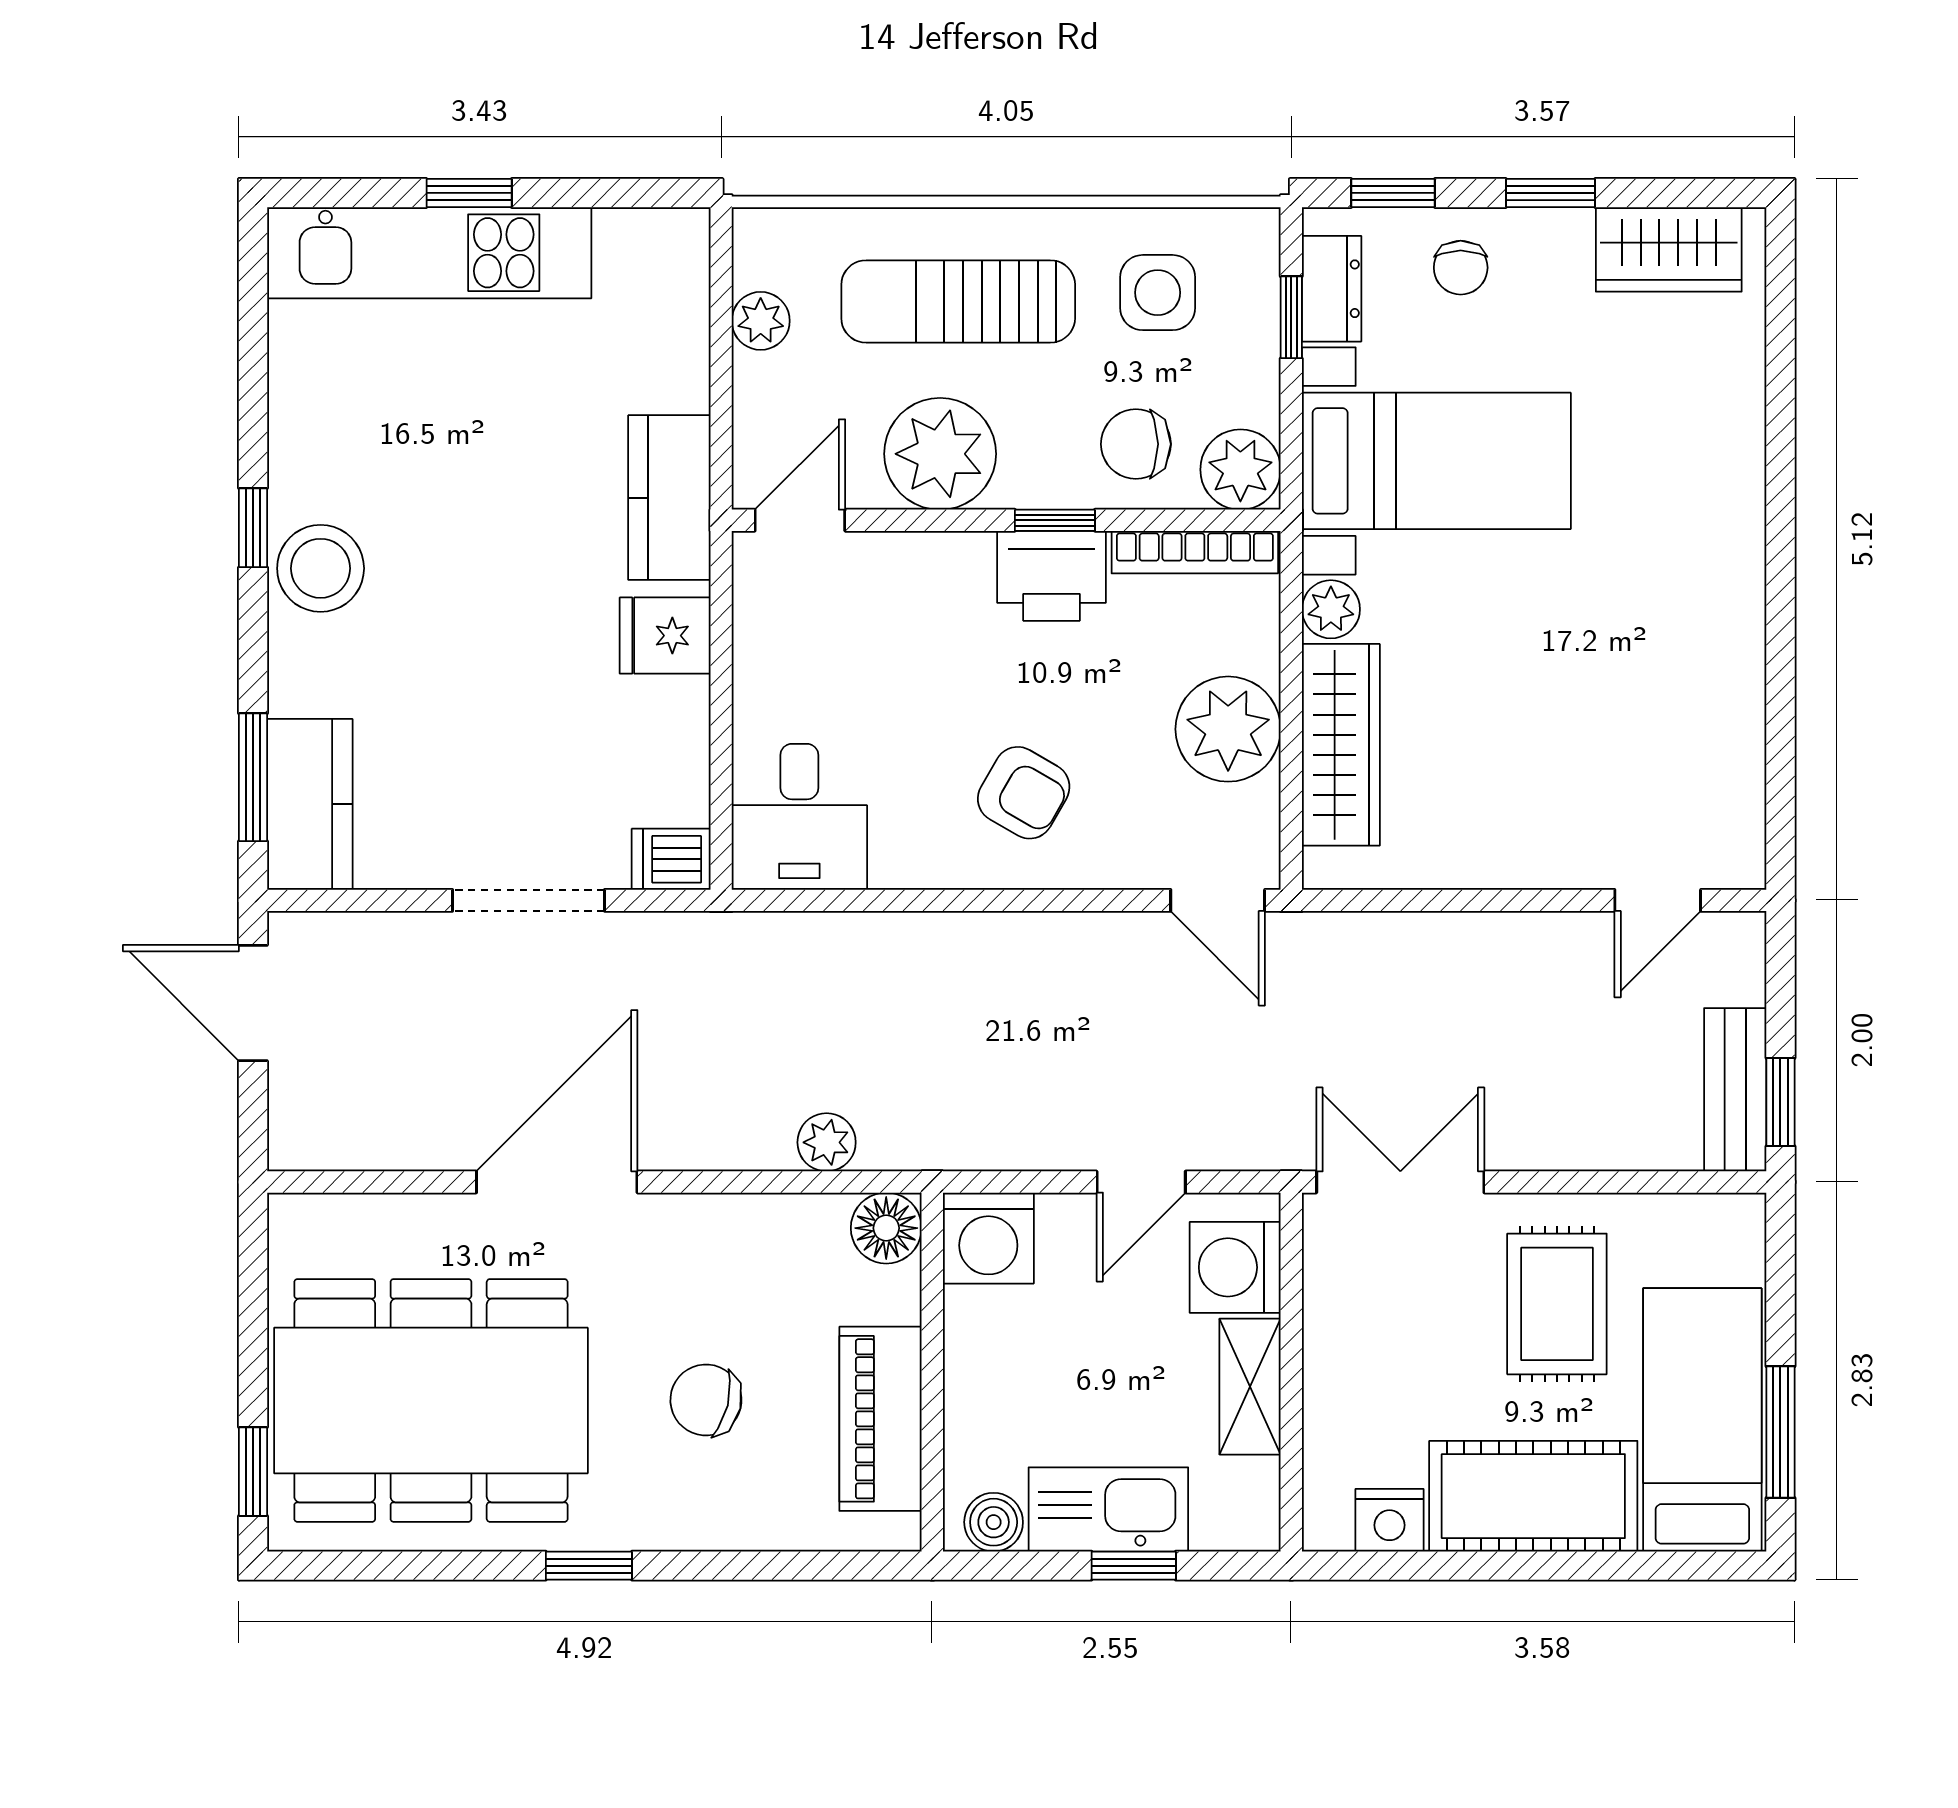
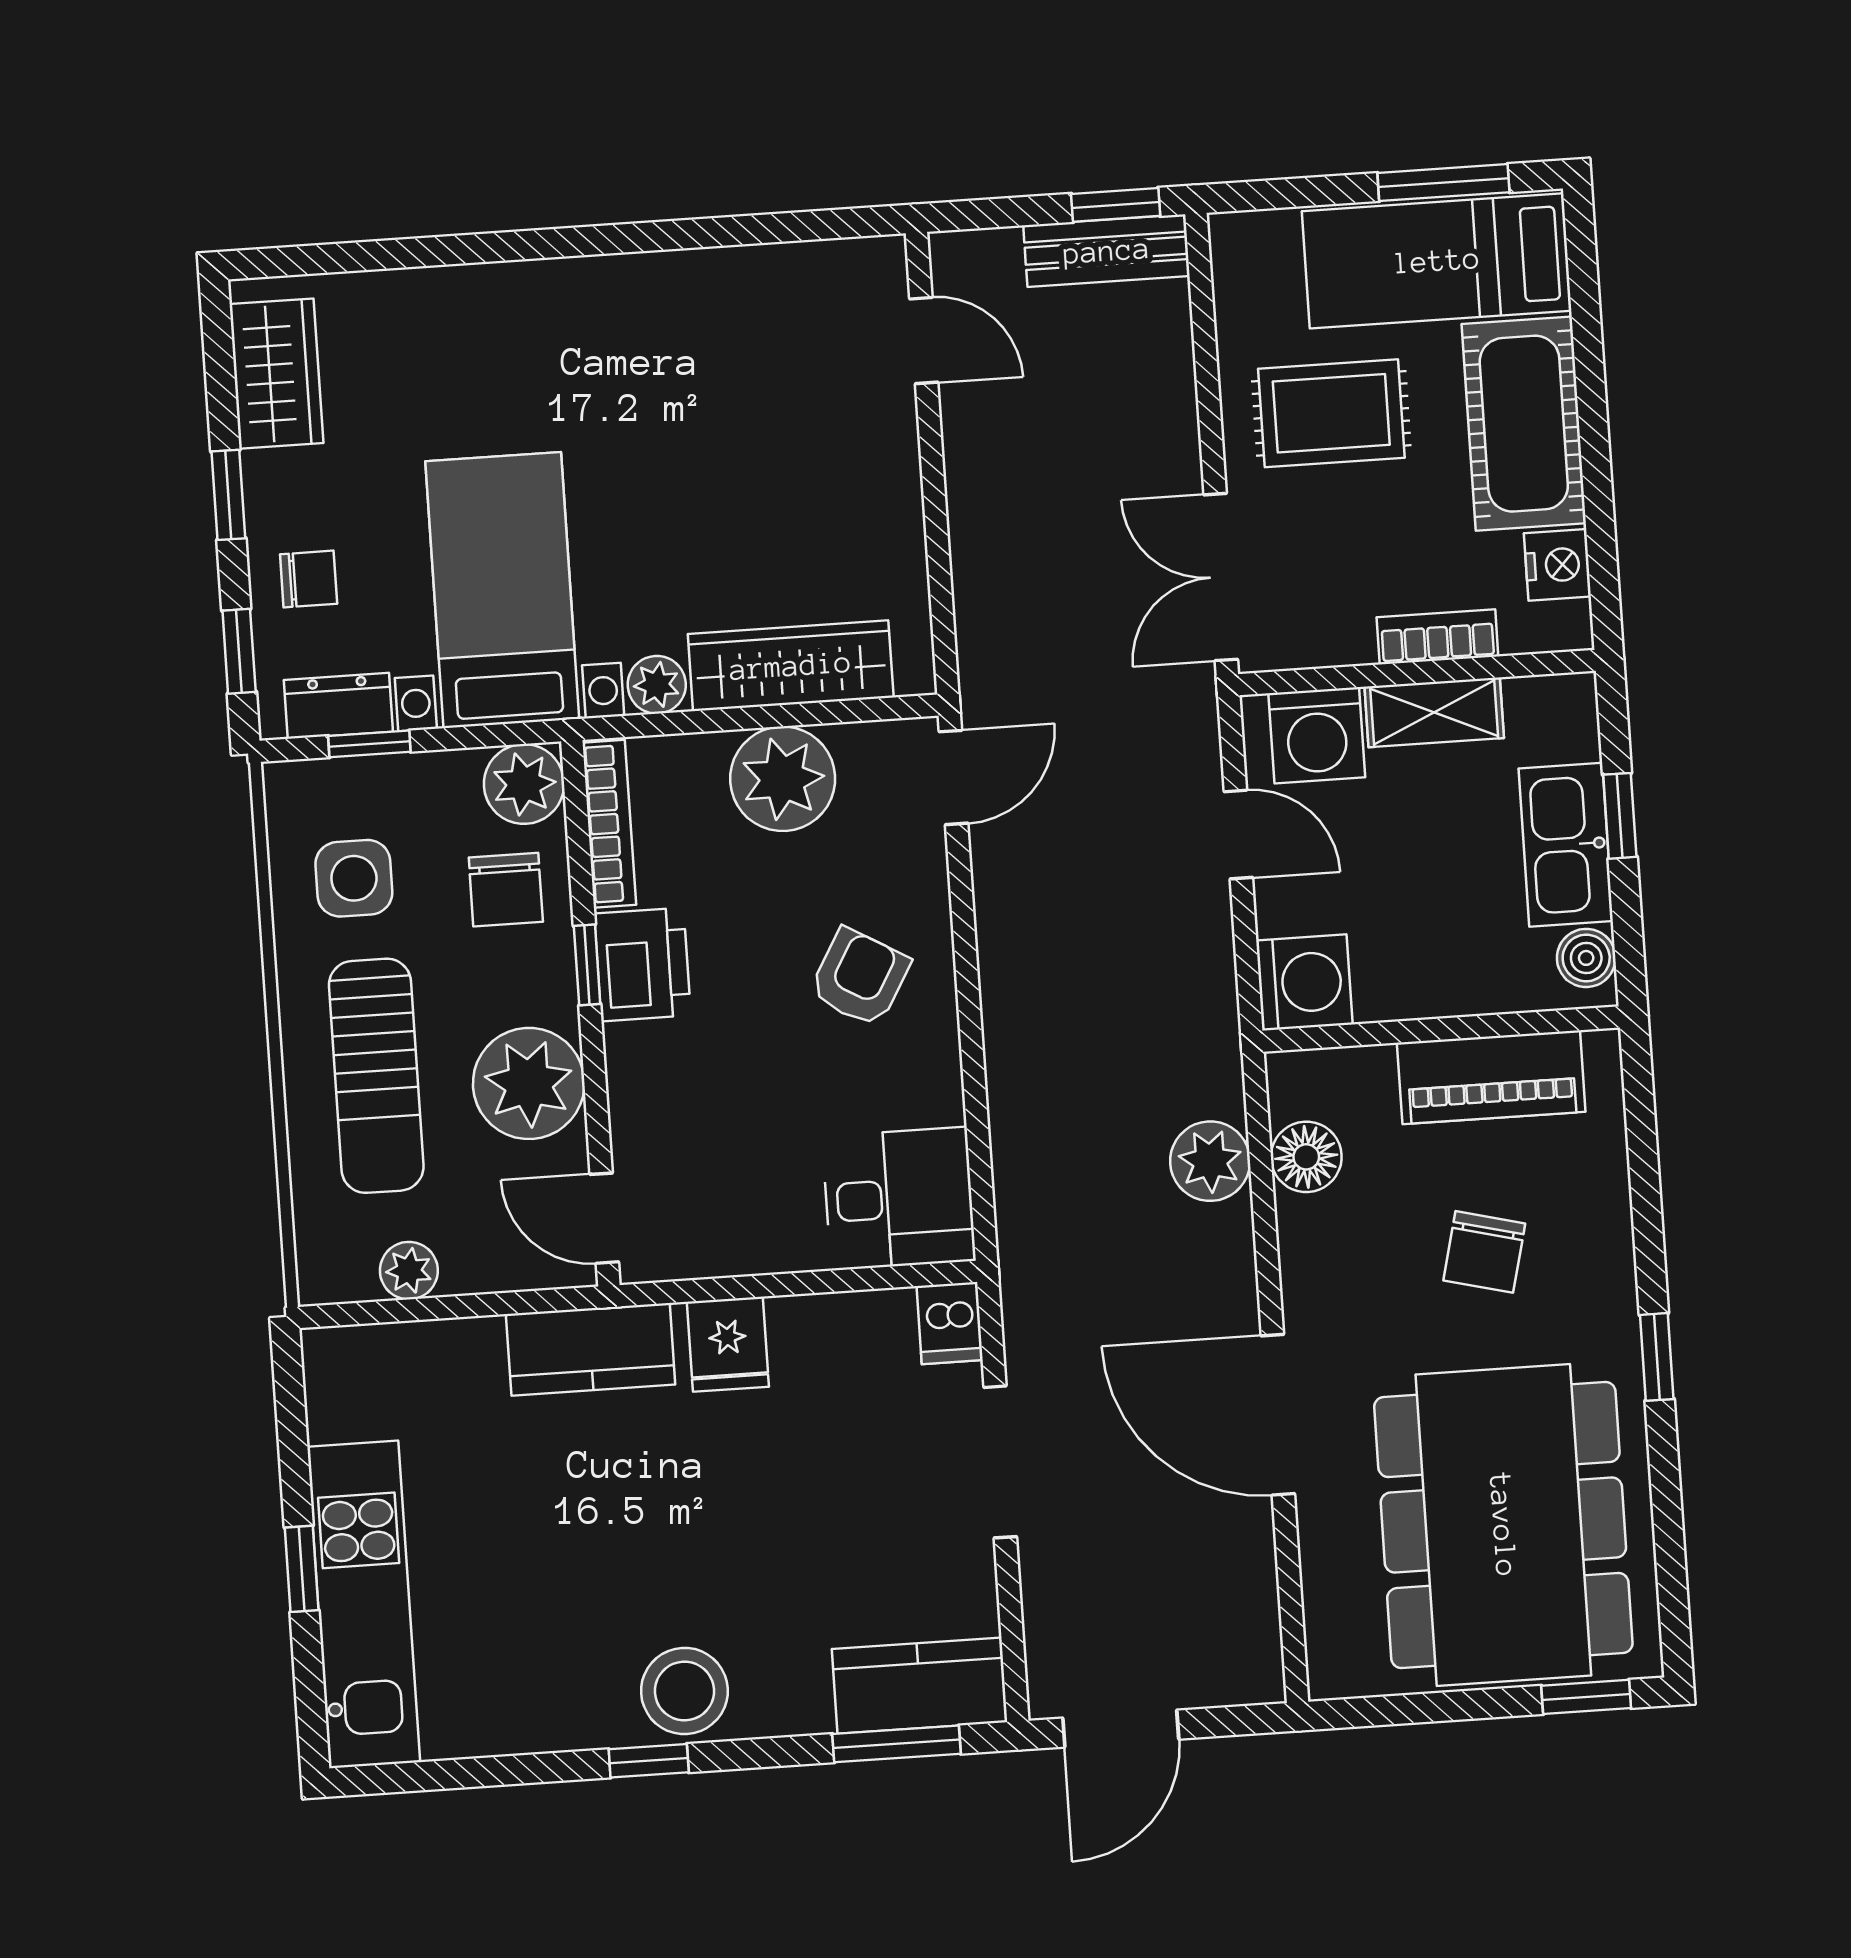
plant: (827, 1142) -> (1210, 1161), width x1.38, depth x1.38
floor lamp: (886, 1228) -> (1306, 1157), moved
bookcase: (1326, 1395) -> (1437, 637), added

